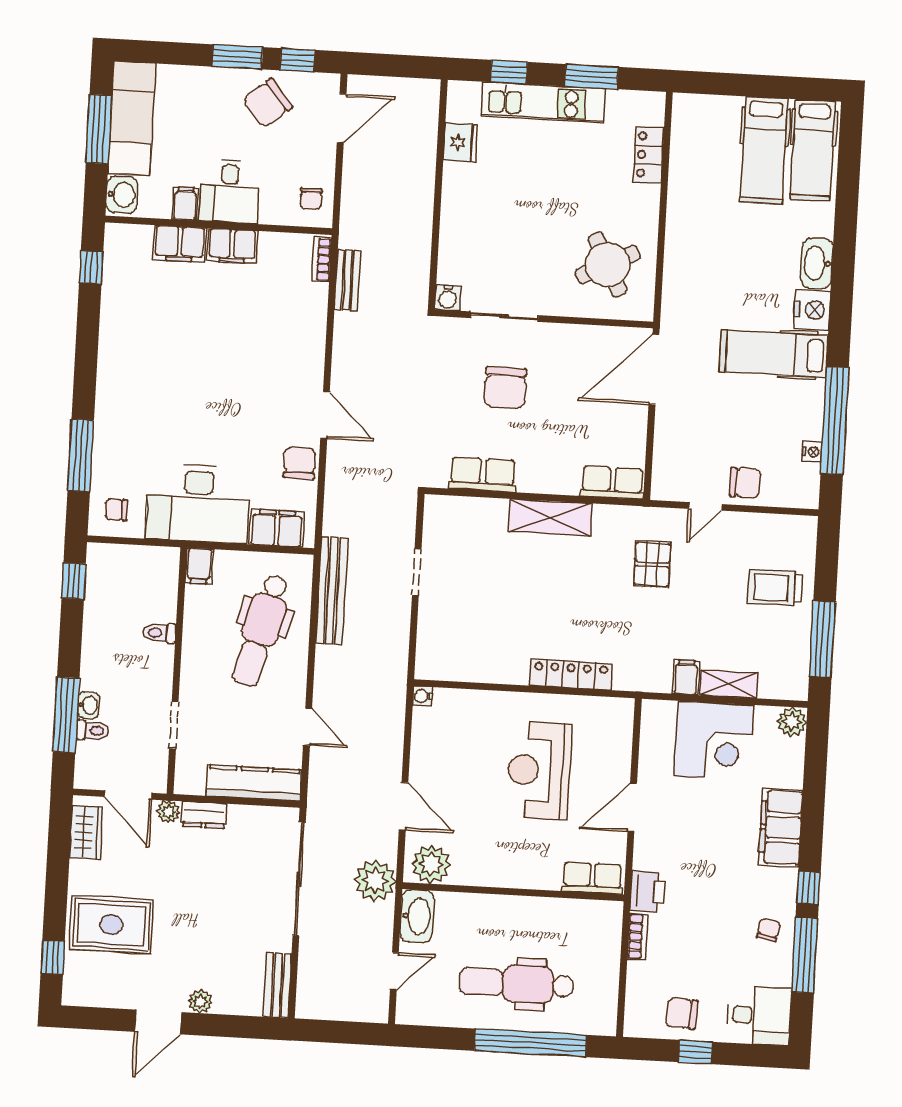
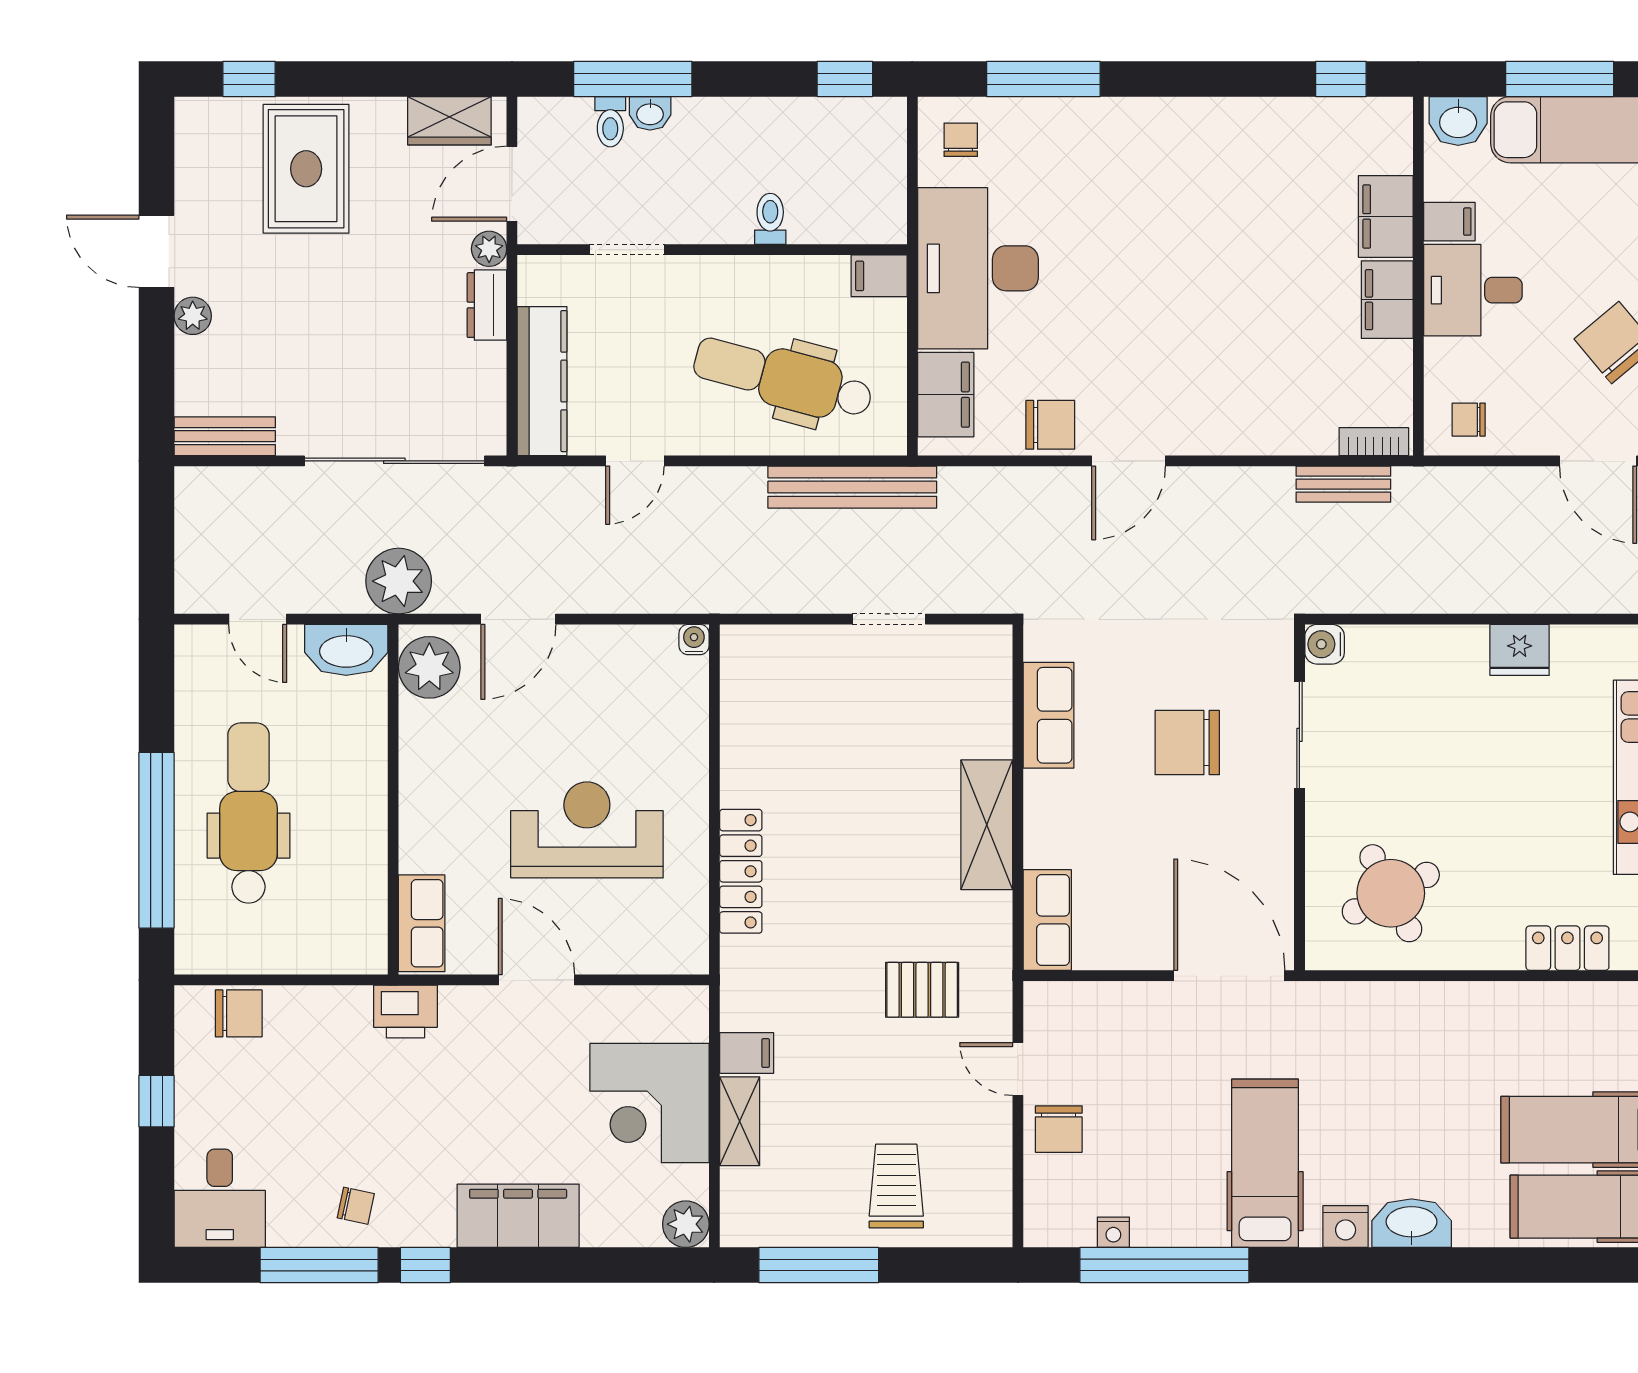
fridge: (460, 142) -> (1520, 650), moved
nightstand: (812, 310) -> (1346, 1227), width x0.74, depth x0.75
bookcase: (638, 937) -> (333, 1000), removed
chair: (682, 1013) -> (239, 1013), moved, turned 87

